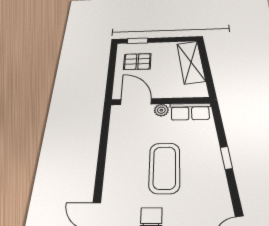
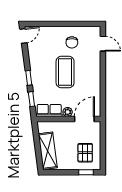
pallet: (137, 62) -> (85, 153), turned 90
door: (136, 102) -> (84, 119), swing flipped
window: (219, 127) -> (31, 99), added

